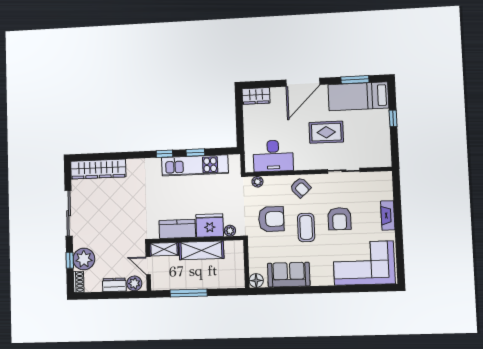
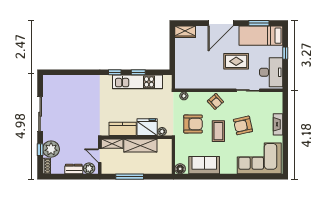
desk: (273, 156) -> (271, 72), moved, turned -90
wardrobe: (98, 169) -> (64, 82), removed
armchair: (339, 219) -> (243, 125), turned 77

